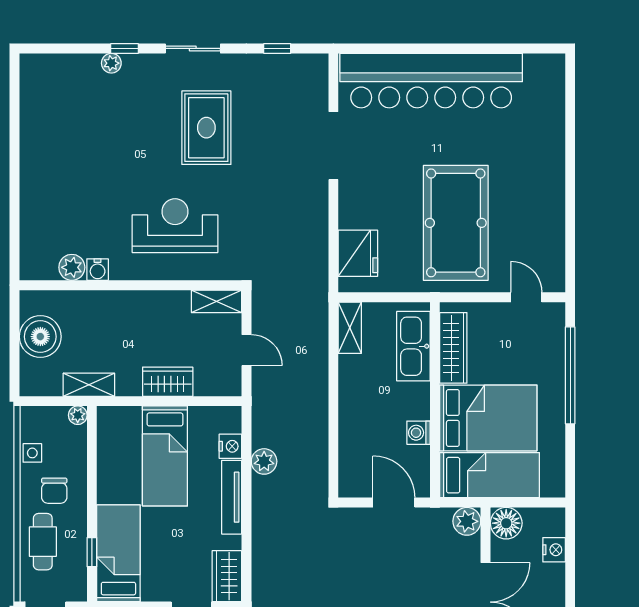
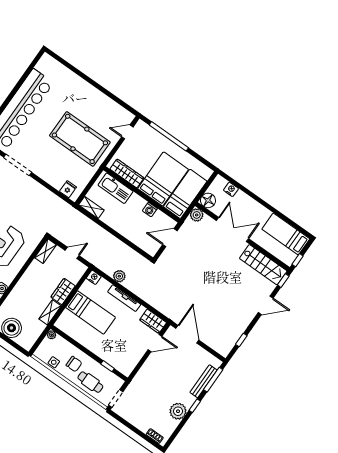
fridge: (358, 253) -> (68, 189), width x0.53, depth x0.75
shelving: (89, 385) -> (50, 312), moved
nightstand: (230, 446) -> (94, 277), moved
bed: (118, 553) -> (115, 356), removed

